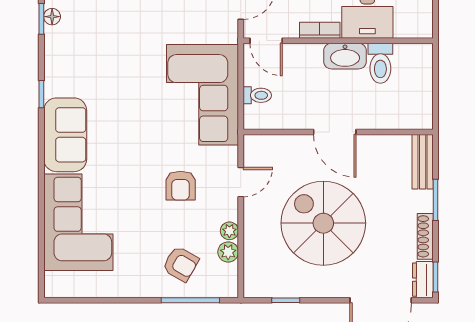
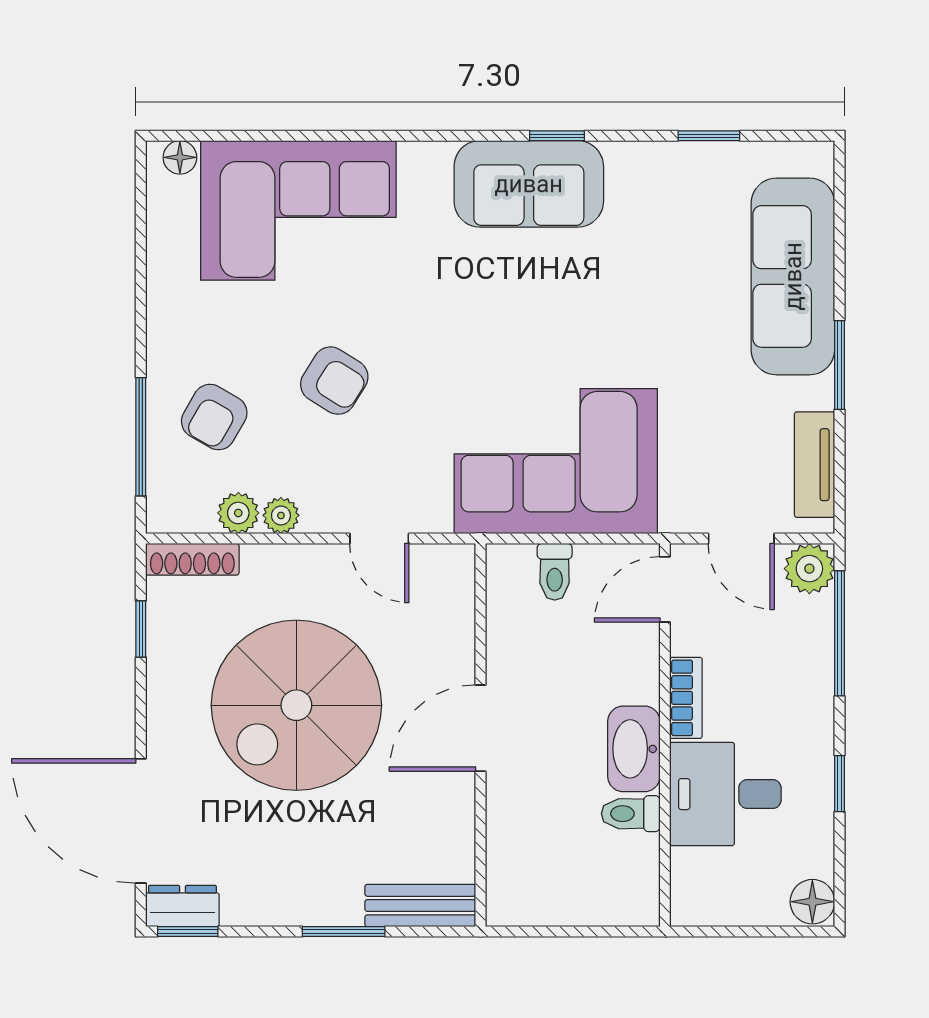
floor lamp: (52, 17) -> (180, 157), moved
toilet: (380, 63) -> (631, 814), width x0.73, depth x0.72
sofa: (65, 135) -> (529, 184), moved
armchair: (181, 186) -> (334, 381), moved, turned -148
spiral stairs: (323, 223) -> (296, 705), turned 180
shoe rack: (425, 236) -> (192, 559), moved, turned 180

